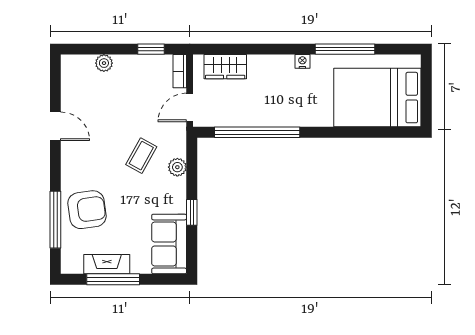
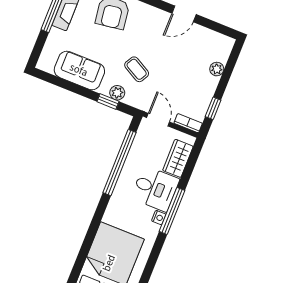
window: (345, 49) -> (172, 211), moved
desk: (271, 79) -> (155, 189), added
window: (192, 212) -> (108, 101), moved
sofa: (169, 244) -> (79, 70), moved

